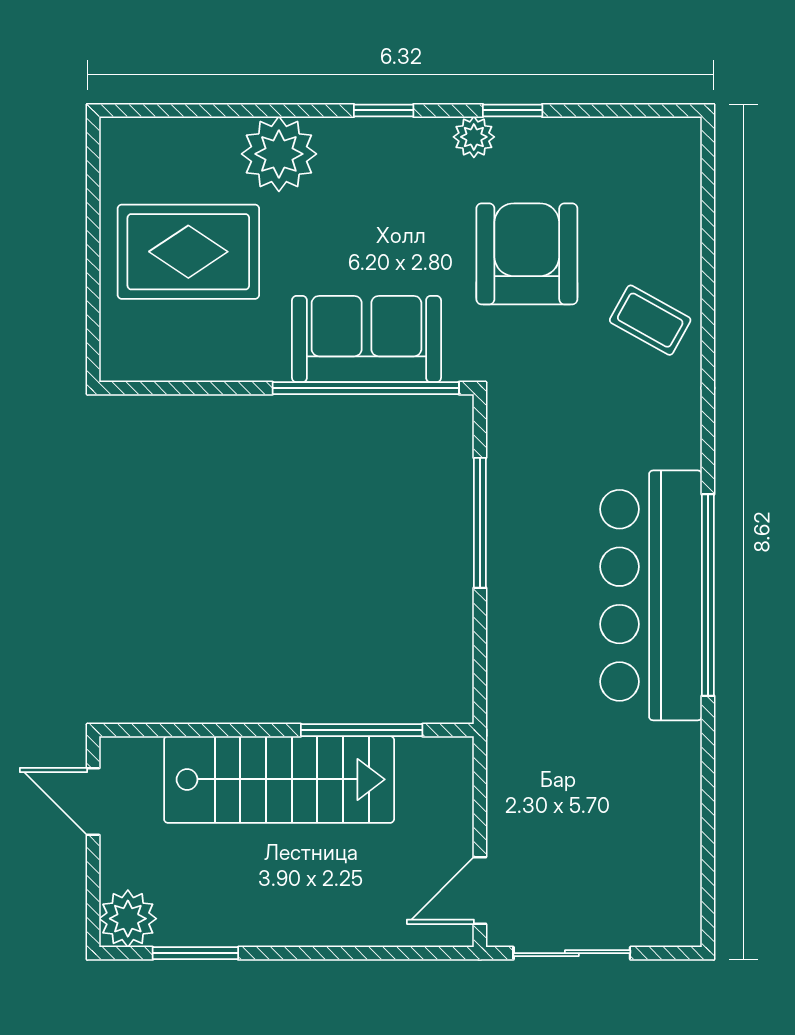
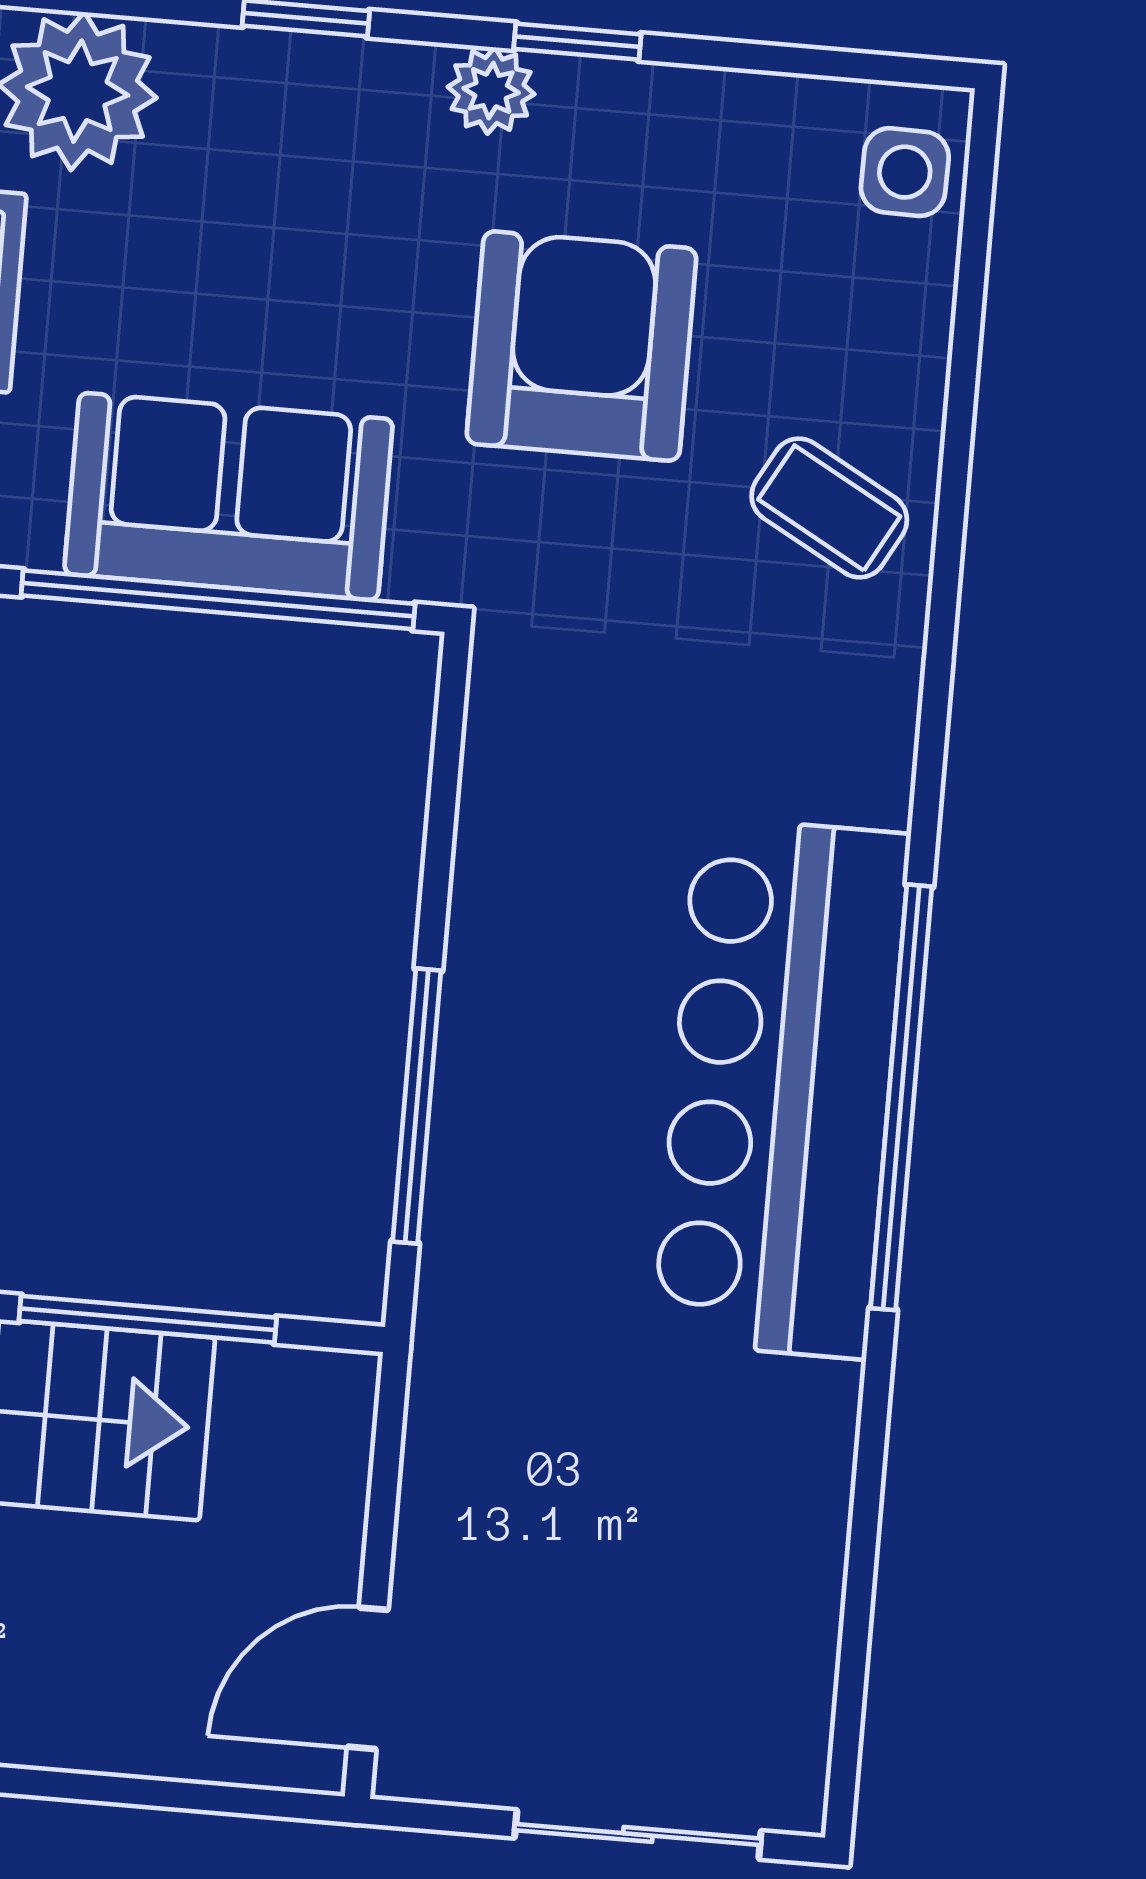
side table: (672, 159) -> (905, 172), added
window: (480, 523) -> (417, 1106), moved
sliding door: (572, 953) -> (638, 1834), moved

